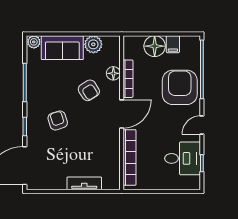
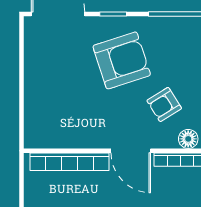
armchair: (58, 120) -> (122, 60), width x1.88, depth x1.88
tv unit: (84, 183) -> (33, 98), removed

